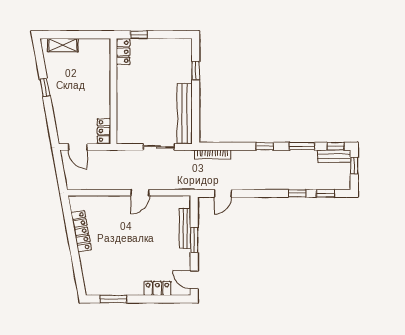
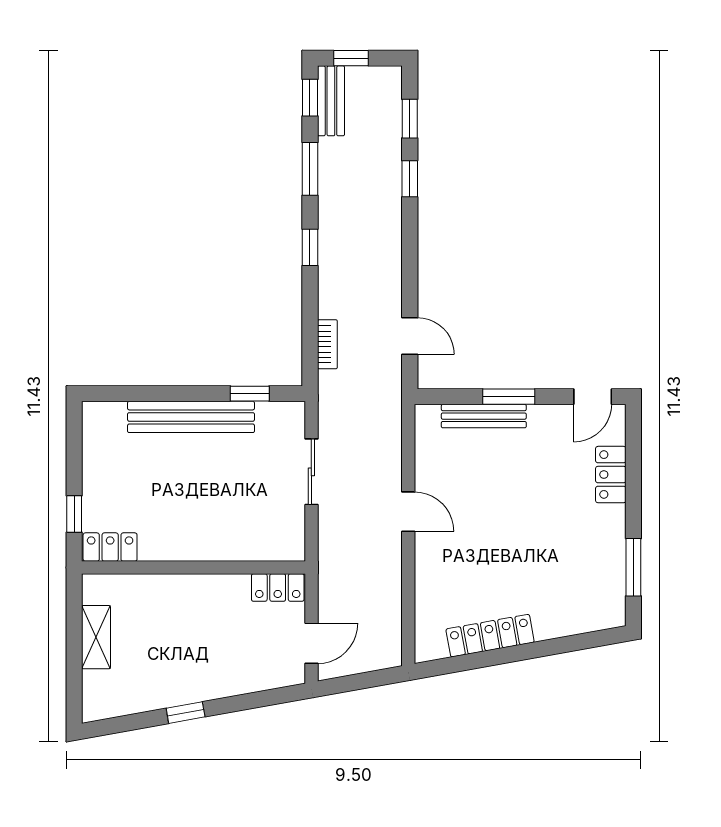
shelving: (63, 45) -> (96, 637), moved
window: (196, 71) -> (250, 394), moved
bench: (185, 113) -> (191, 417), moved
bookcase: (212, 154) -> (327, 344), width x0.64

